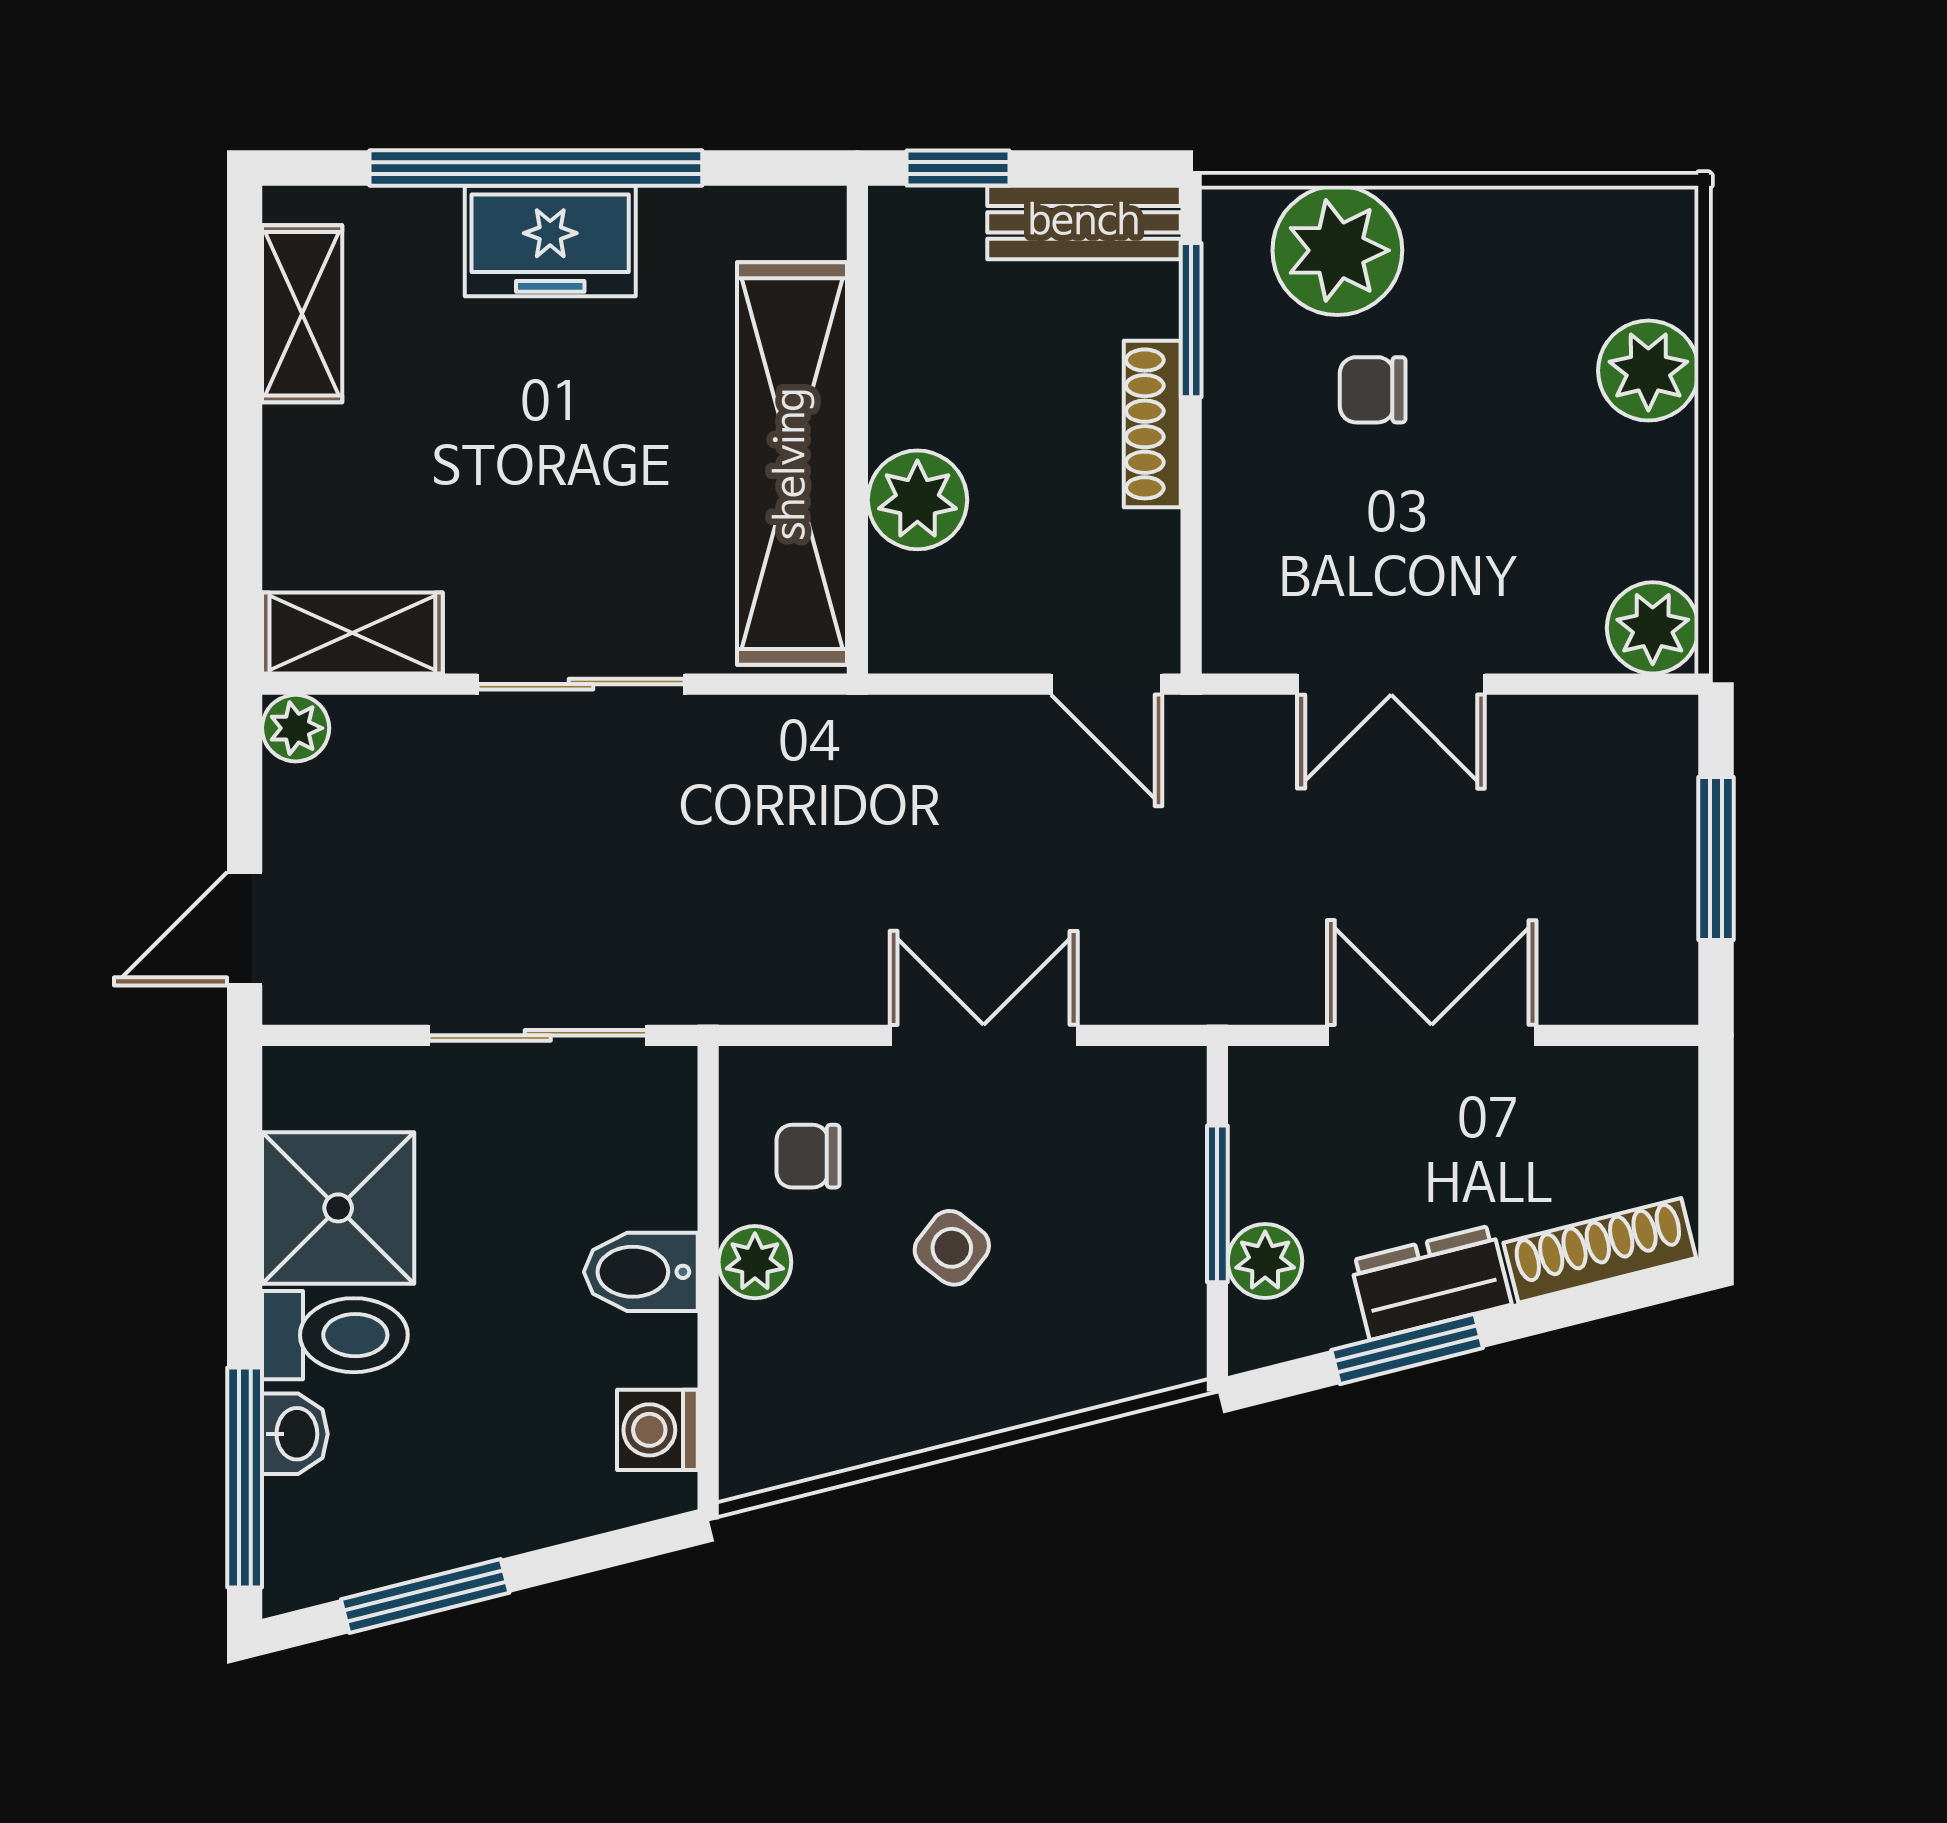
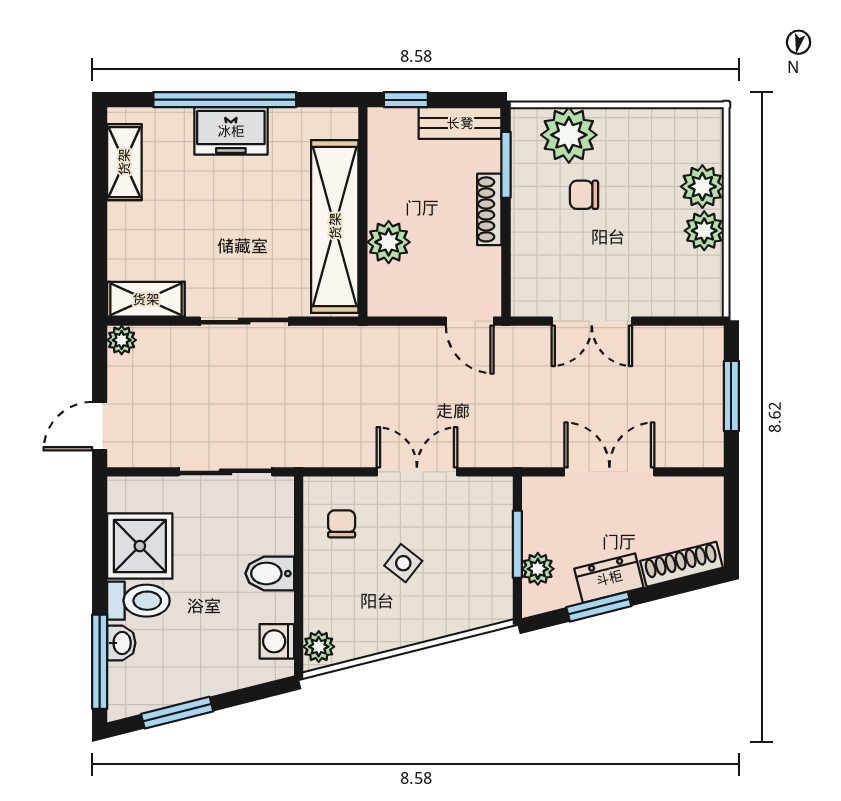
plant: (1653, 628) -> (704, 231), moved
chair: (808, 1156) -> (342, 524), turned 90
plant: (755, 1262) -> (319, 647), moved

